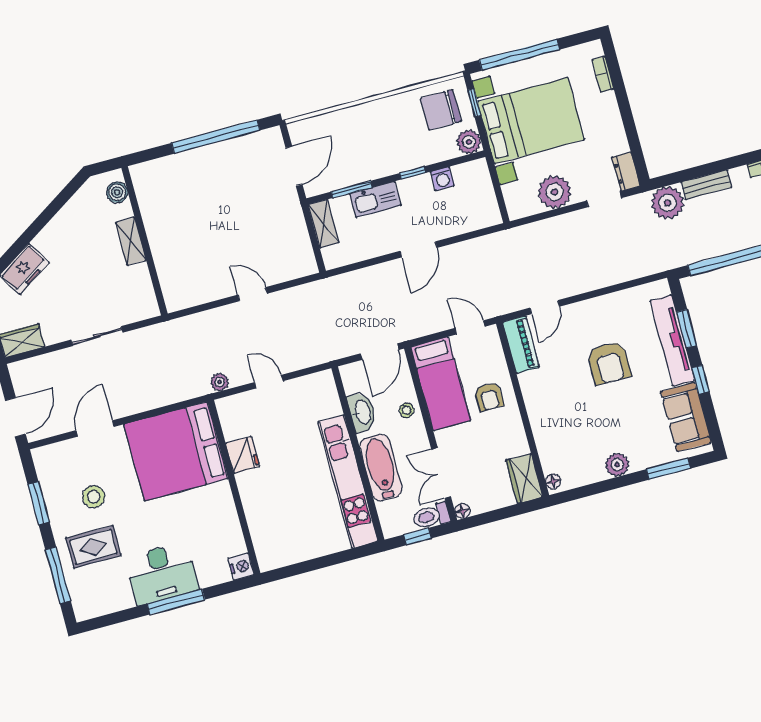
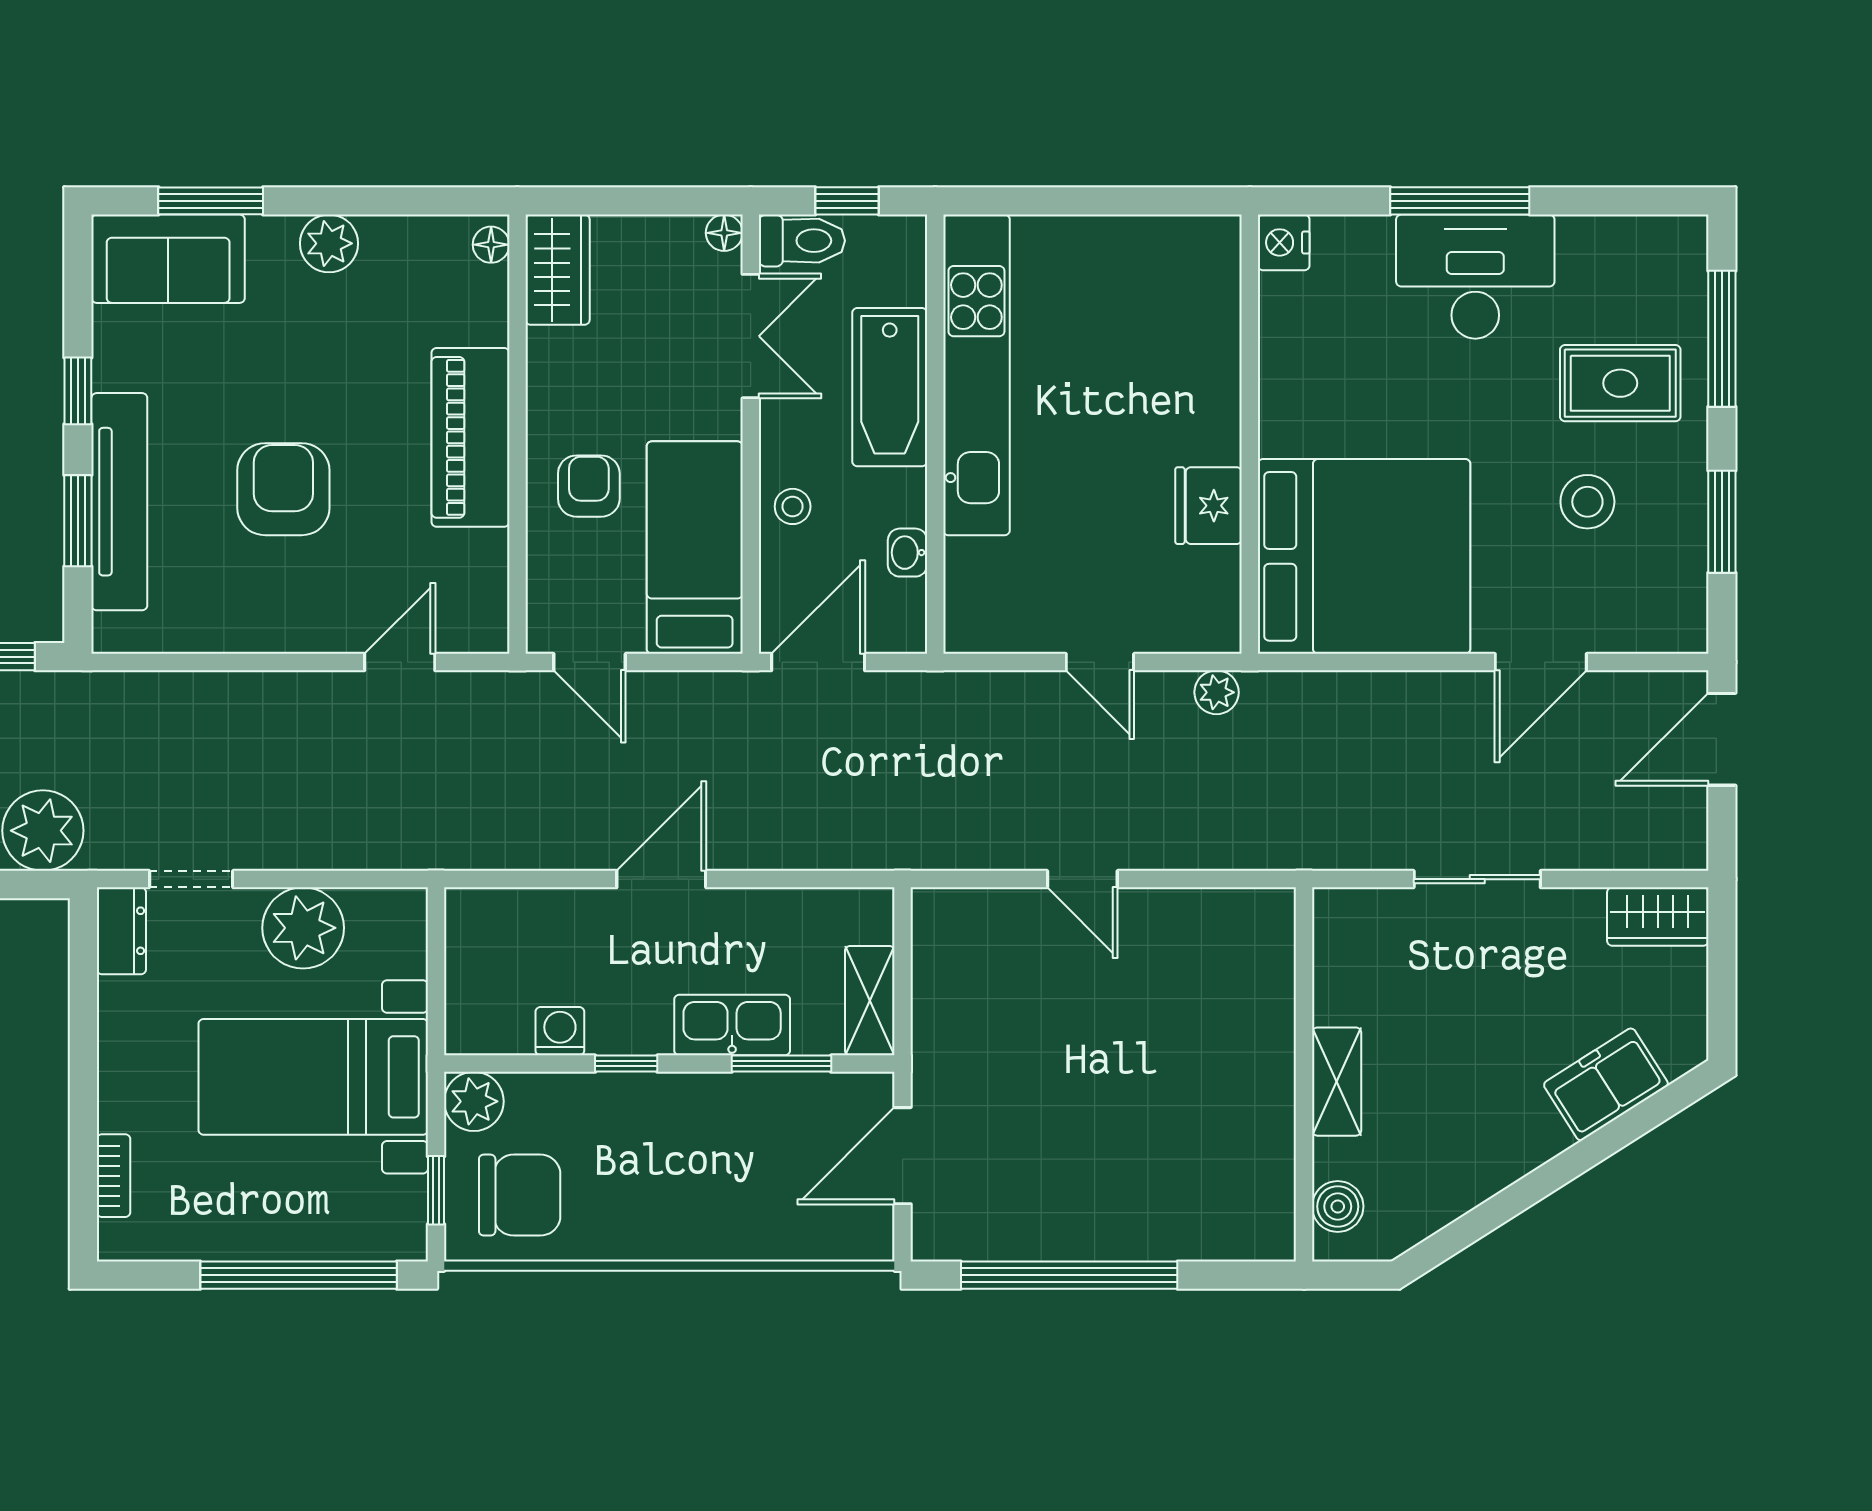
bed with nightstands: (531, 121) -> (313, 1077), width x0.73
piano: (521, 345) -> (470, 437), moved, width x1.37, depth x1.33
washbasin: (362, 412) -> (907, 553), width x0.52, depth x0.69
sofa: (686, 417) -> (168, 259), moved, turned 90

